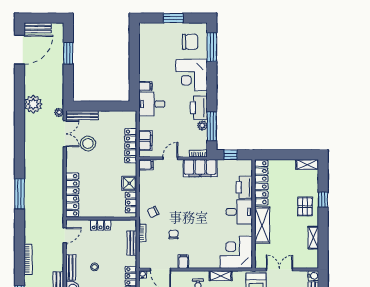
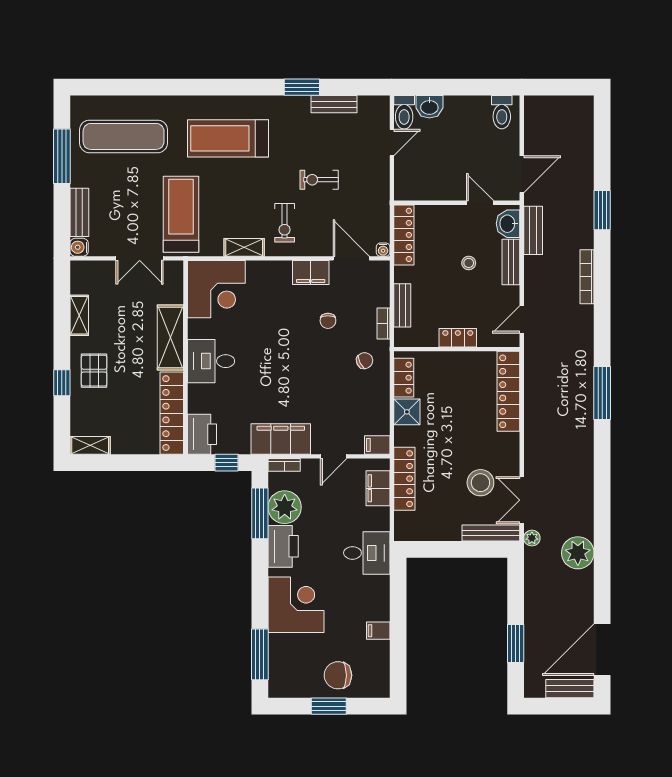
chair: (190, 42) -> (338, 675), moved
filing cabinet: (145, 86) -> (378, 631), moved
plant: (202, 125) -> (285, 507), width x1.87, depth x1.87
printer: (244, 187) -> (202, 434), moved
filing cabinet: (183, 262) -> (311, 273), width x2.00

